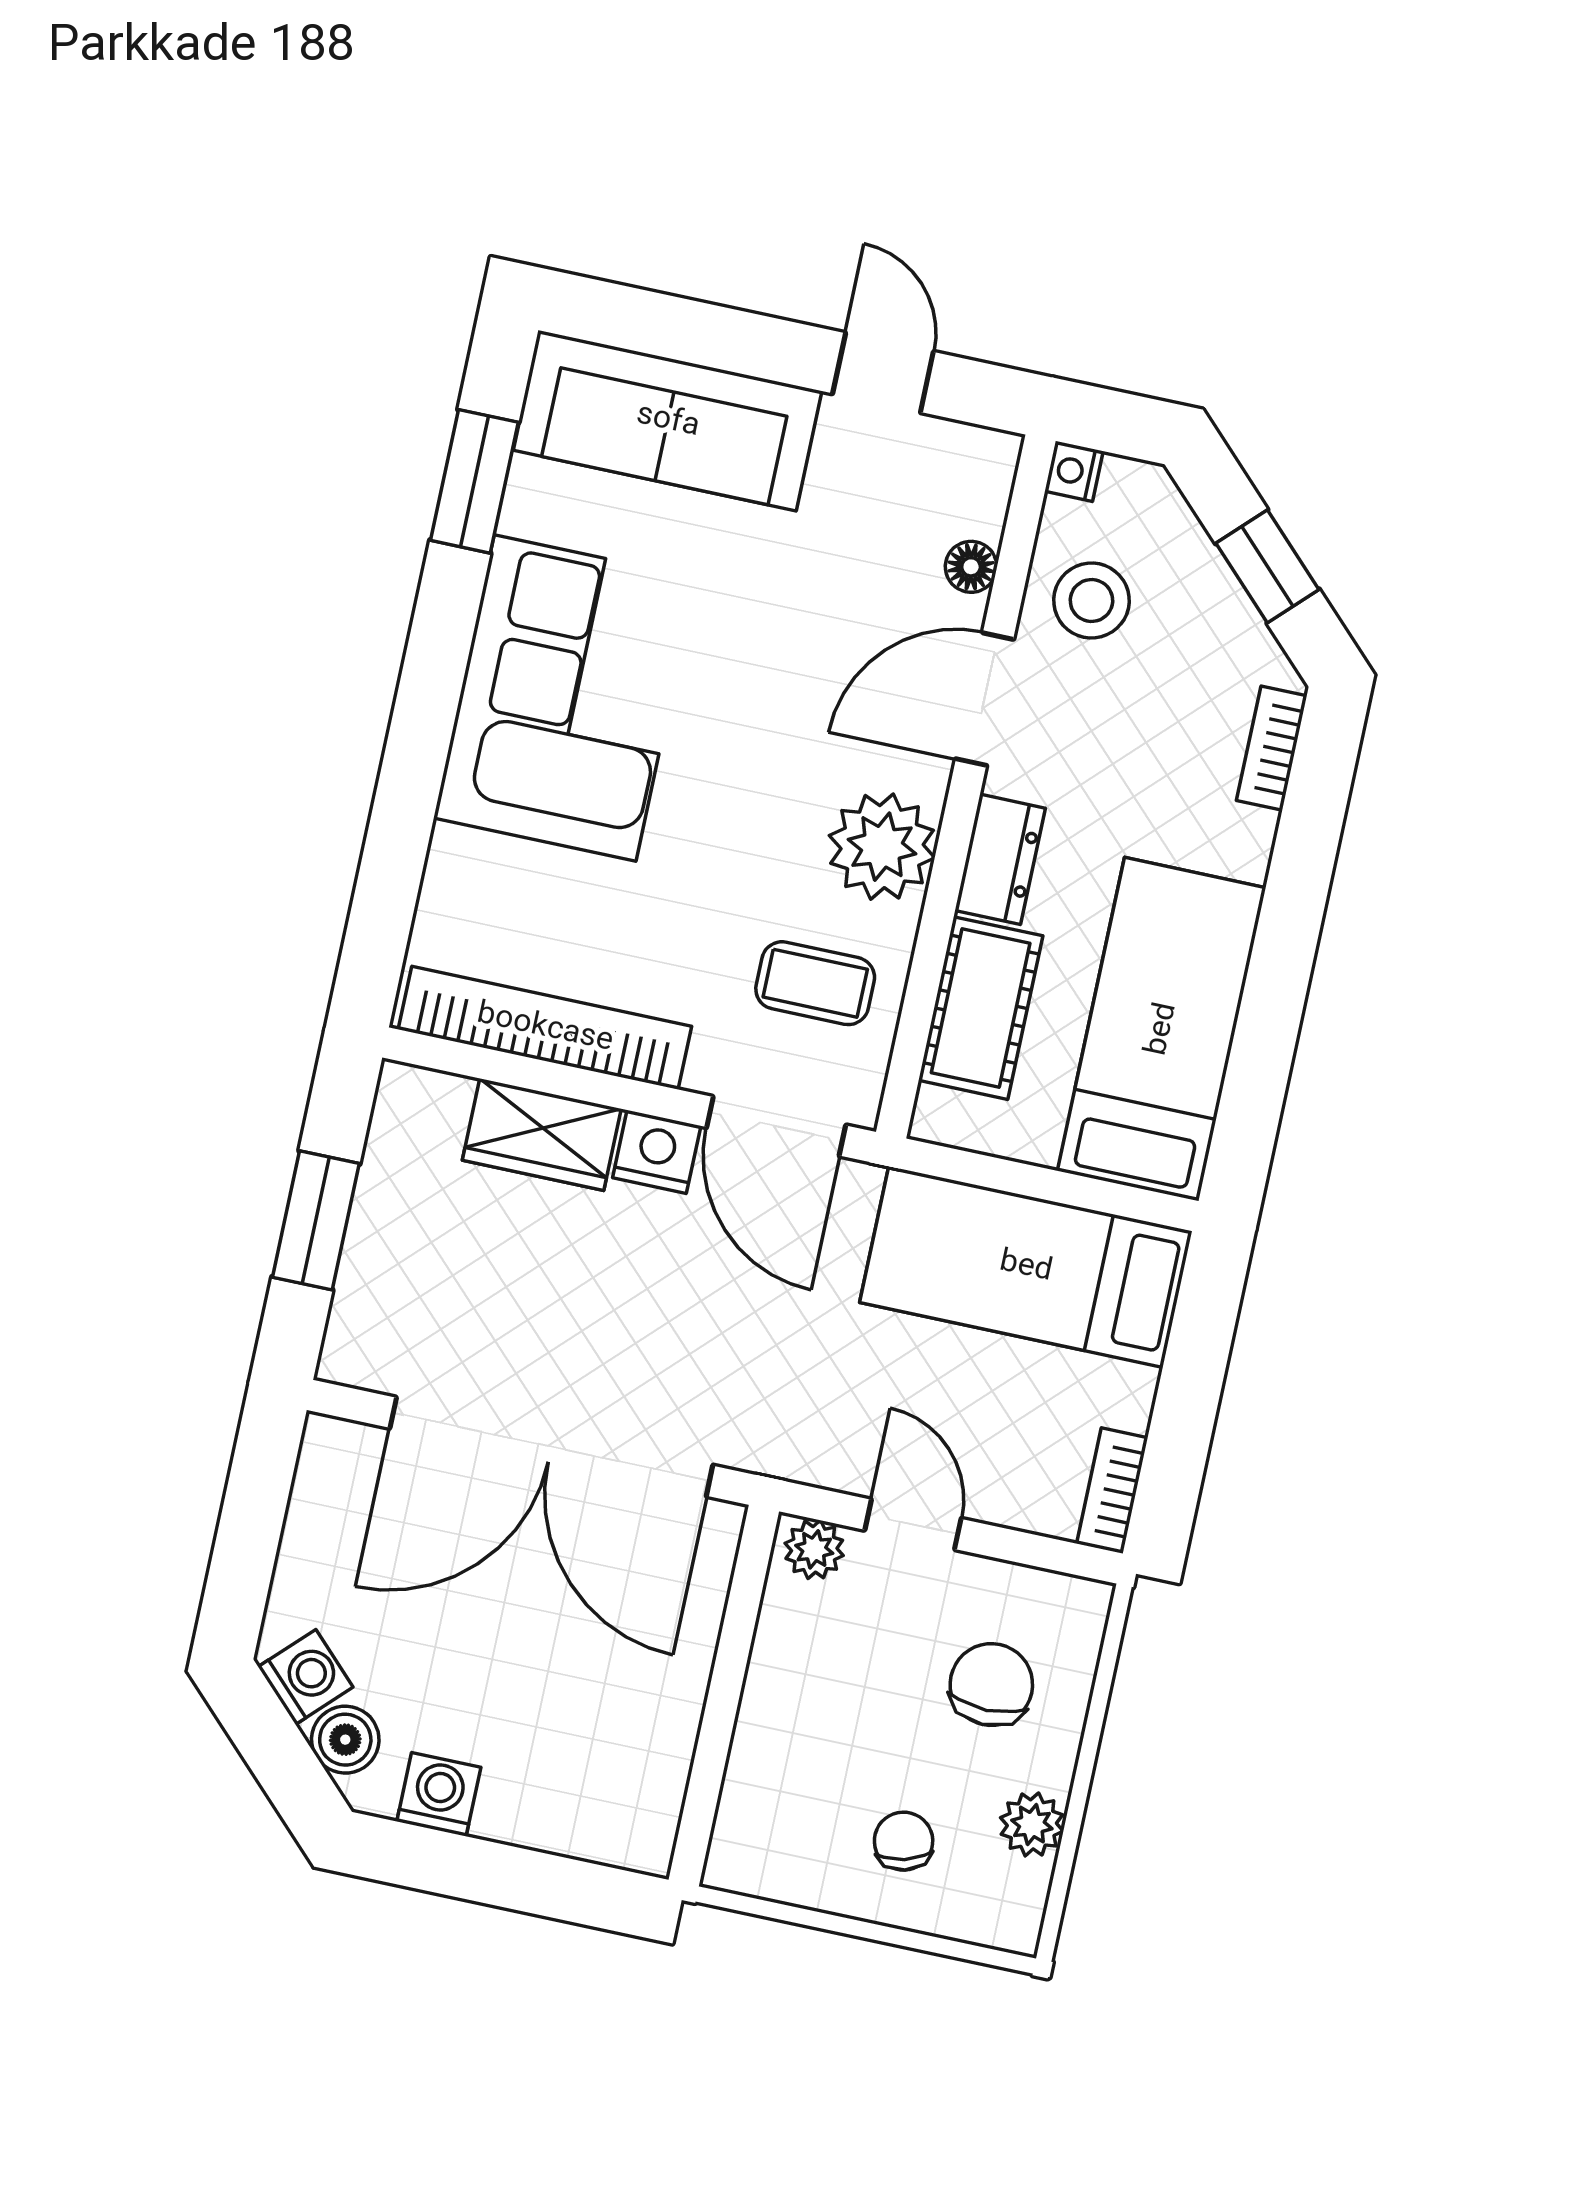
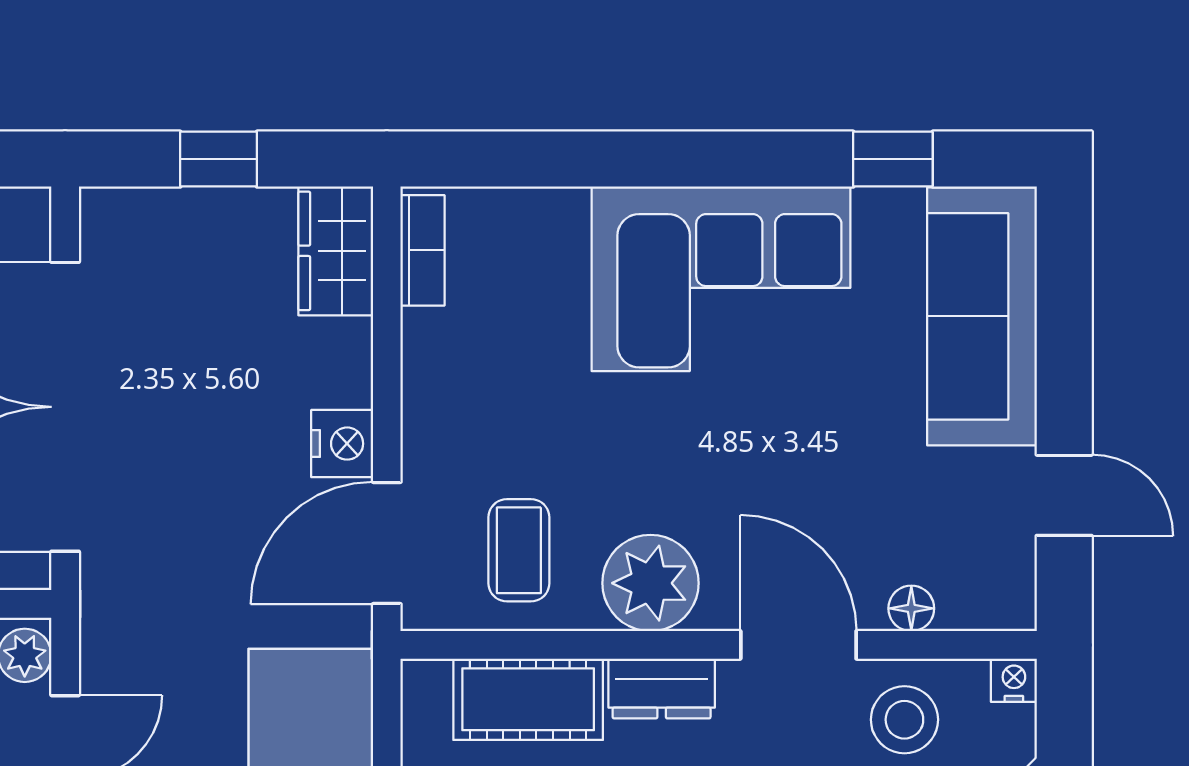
door: (883, 373) -> (1064, 495), hinge flipped
window: (474, 481) -> (893, 159), width x0.67
bookcase: (545, 1028) -> (422, 250), width x0.43, depth x0.76
wardrobe: (542, 1135) -> (336, 251), moved
window: (316, 1220) -> (219, 159), width x0.67

